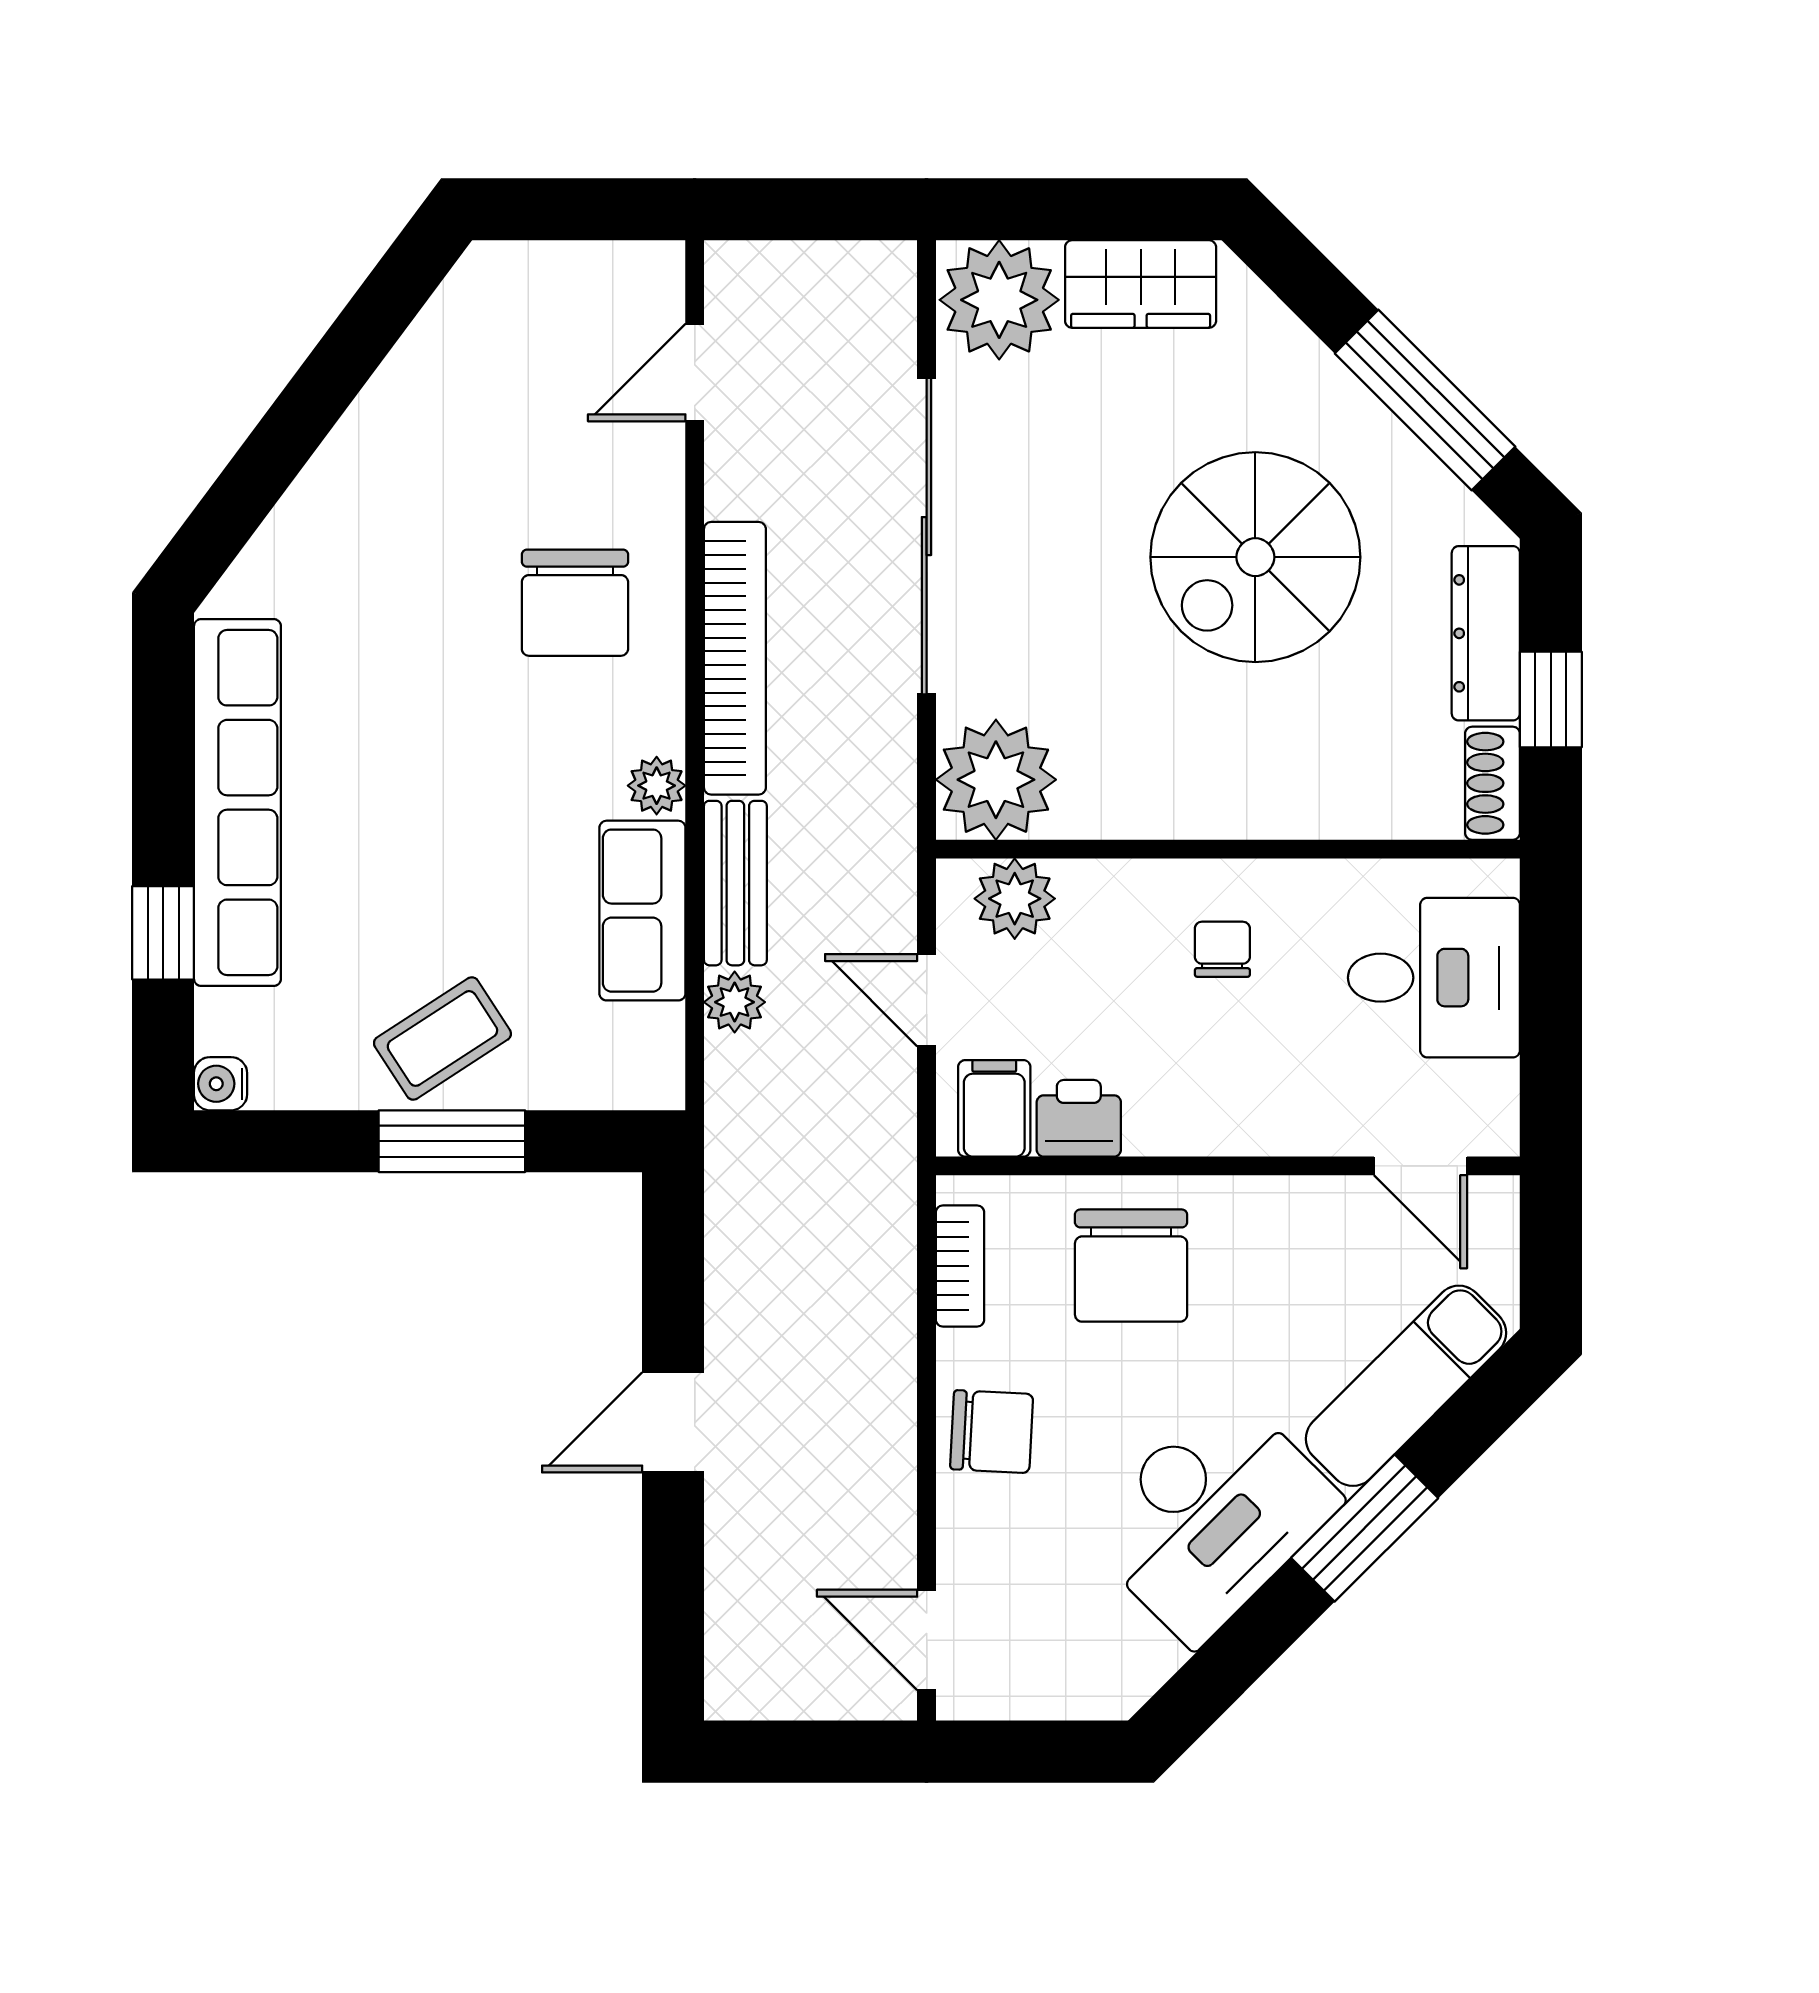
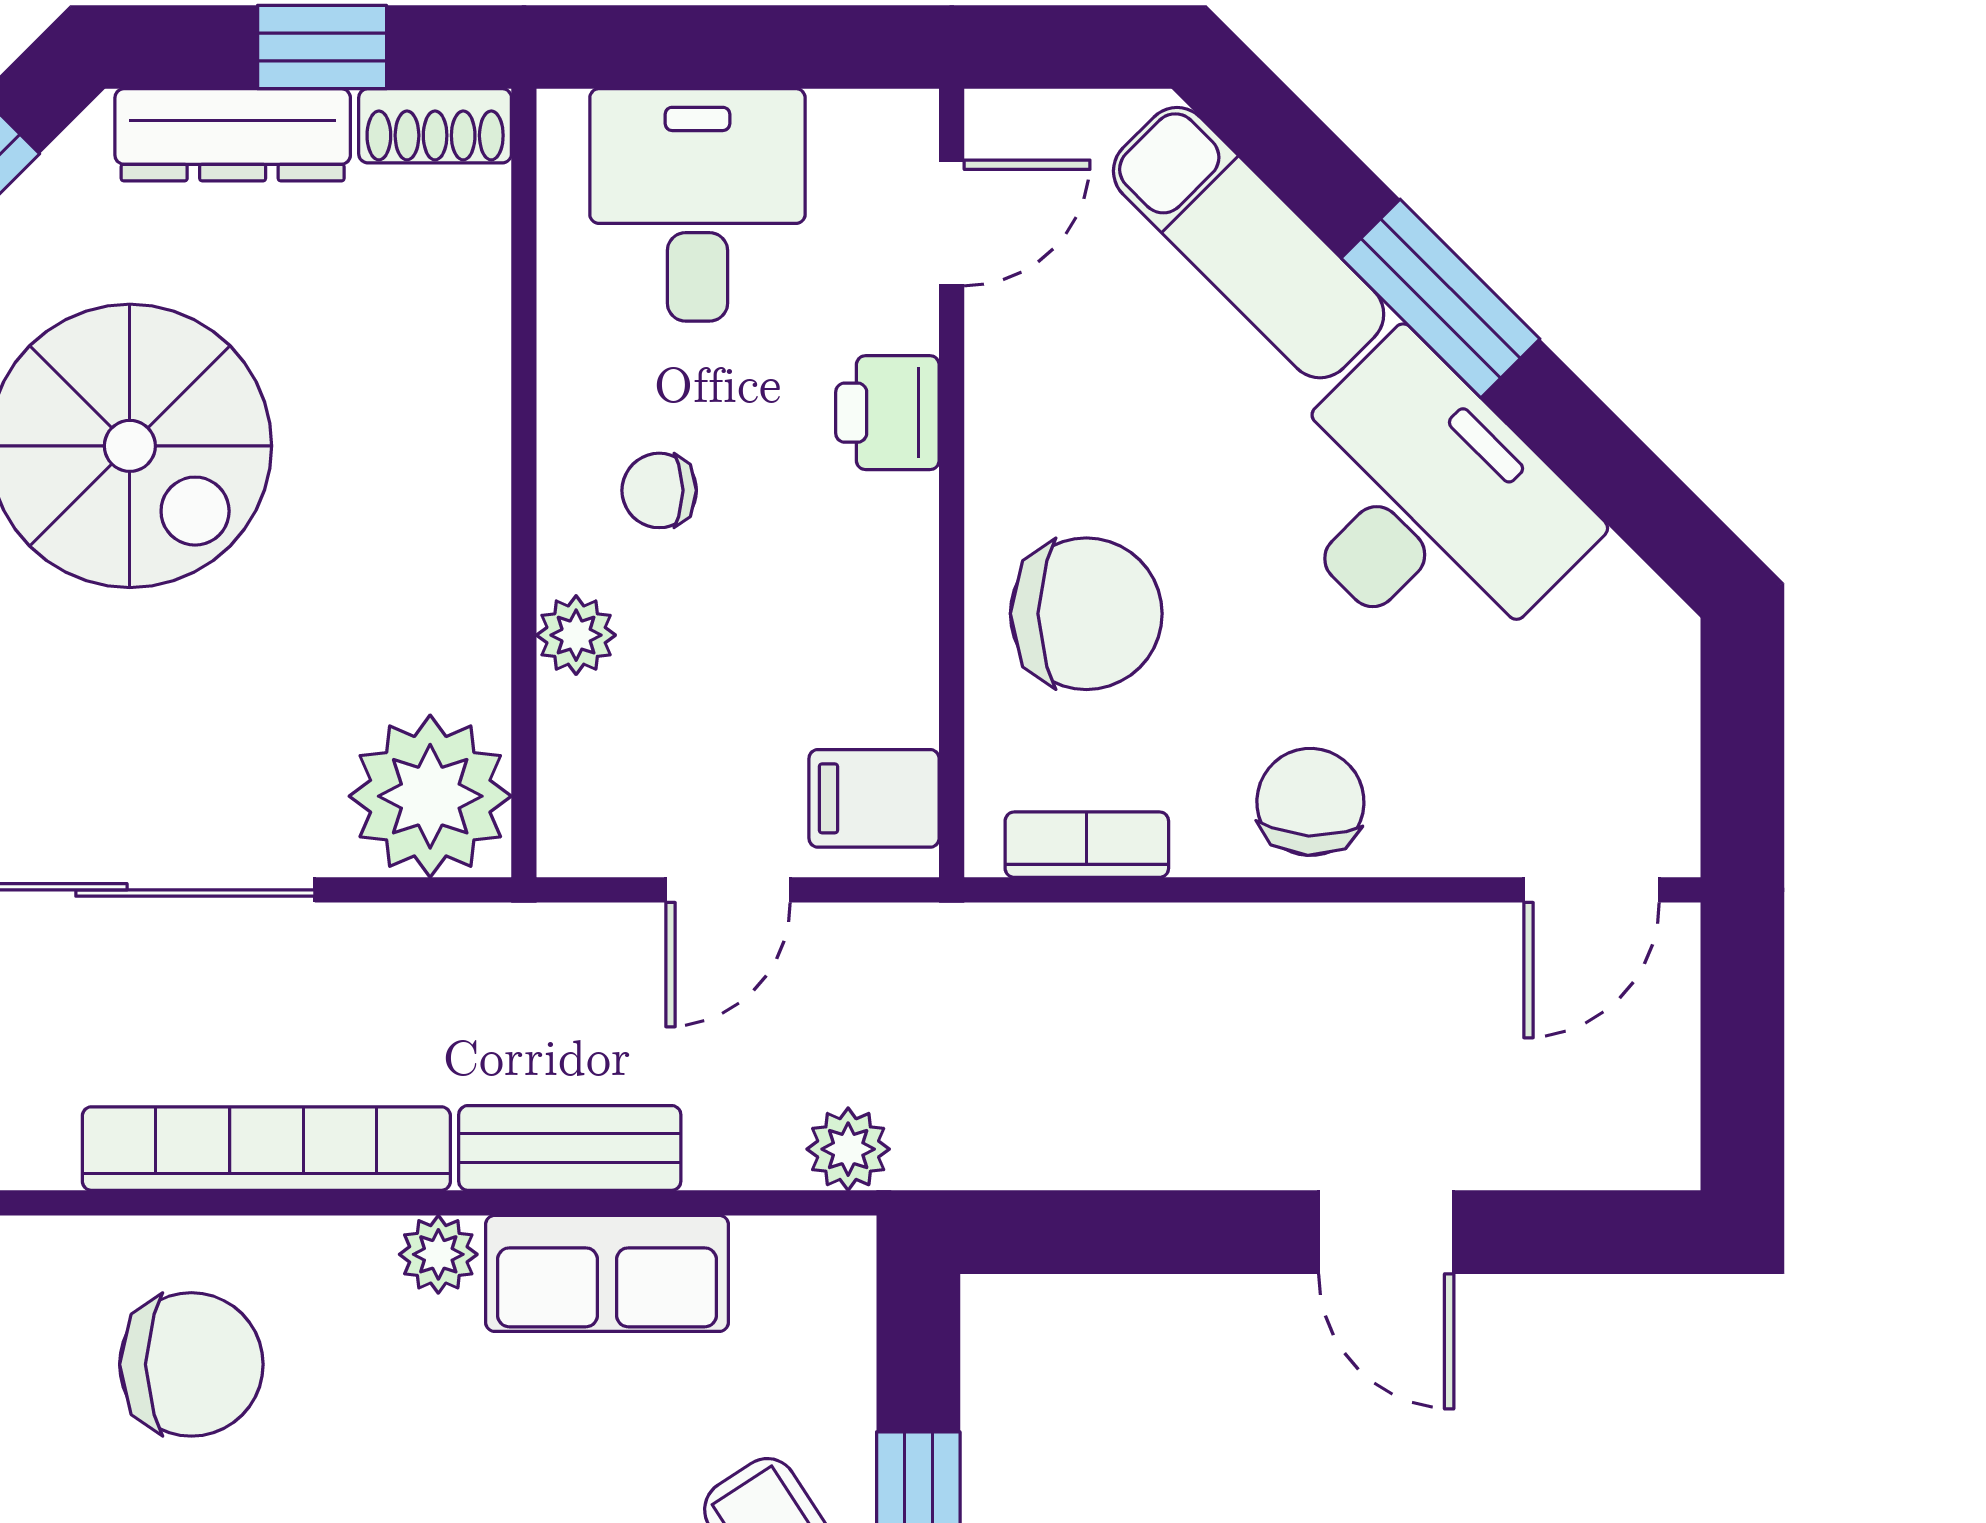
plant: (1015, 899) -> (576, 635), moved, width x0.73, depth x0.73
plant: (735, 1002) -> (848, 1149), moved
printer: (1079, 1118) -> (887, 413), moved
door: (673, 1422) -> (1386, 1232), moved

